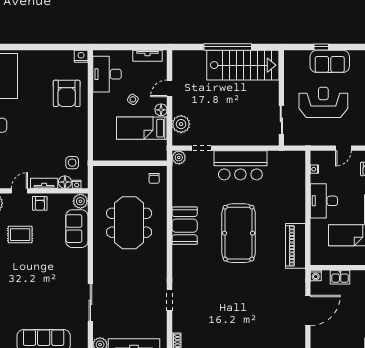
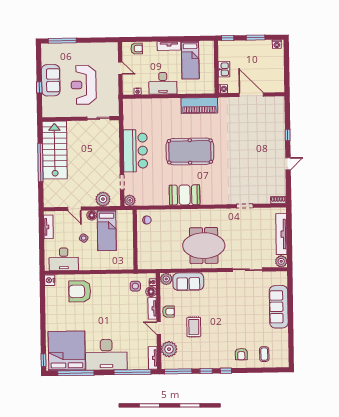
armchair: (67, 93) -> (80, 291), turned 180
meeting table: (129, 223) -> (204, 246), moved

